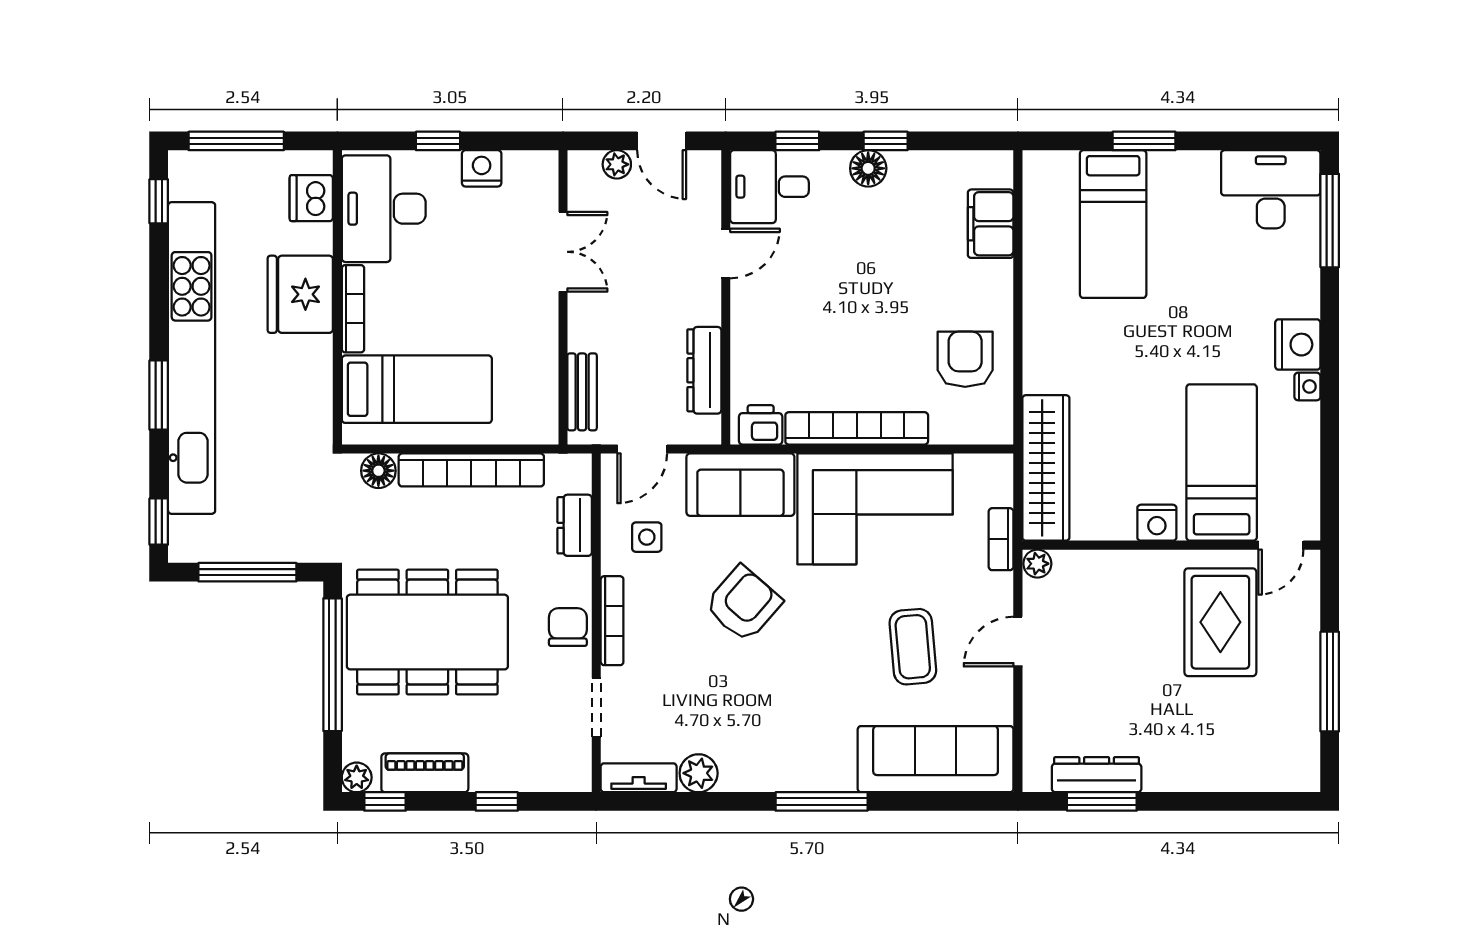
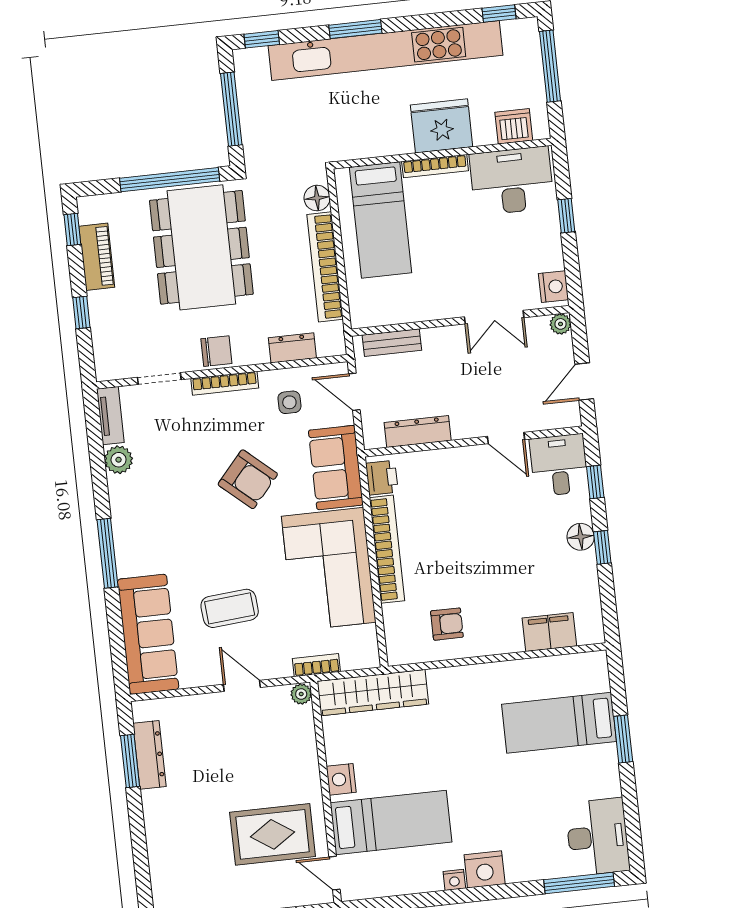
plant: (617, 164) -> (560, 324), moved
nightstand: (482, 168) -> (553, 287), moved
armchair: (965, 359) -> (447, 624), width x0.72, depth x0.72
plant: (357, 777) -> (88, 207), removed

